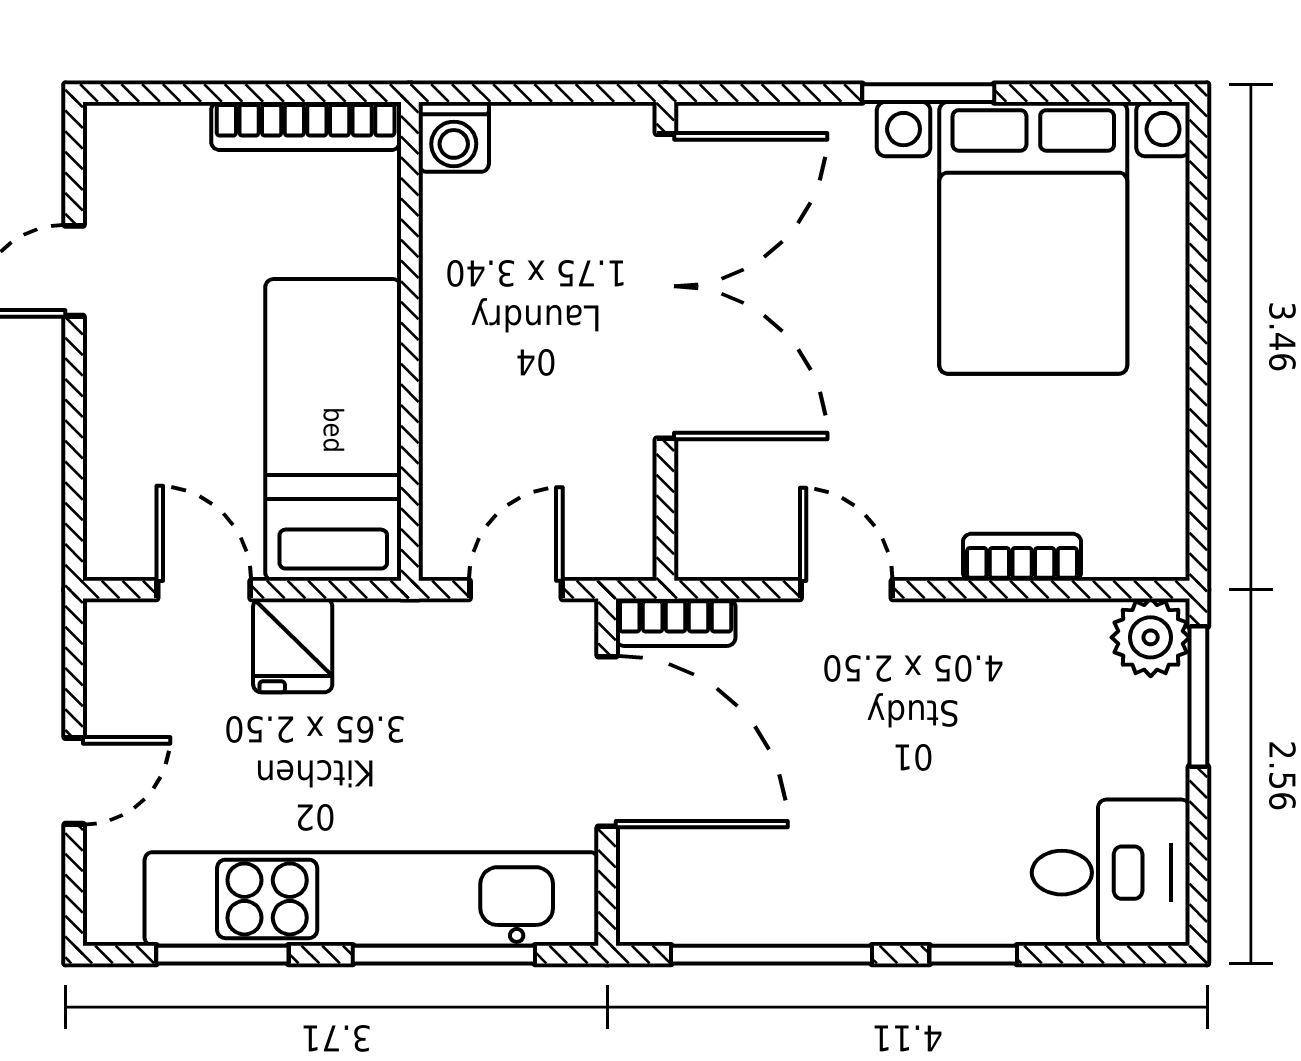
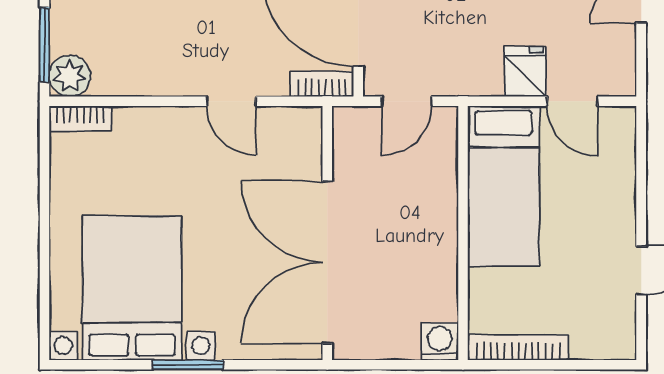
bookcase: (1022, 557) -> (80, 118), moved

